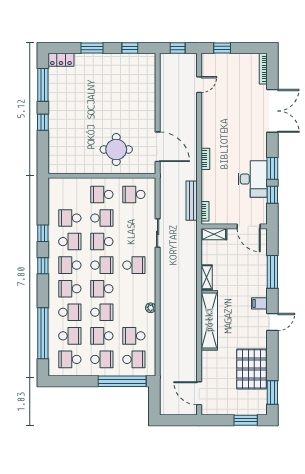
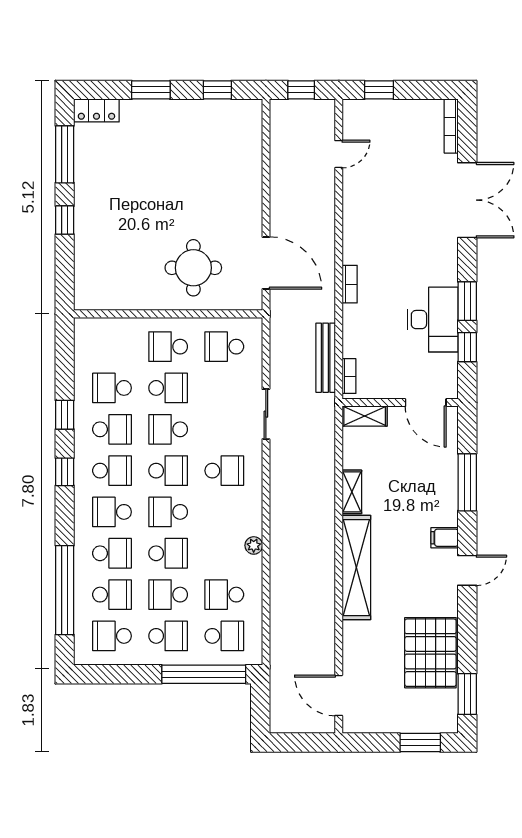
school desk: (70, 265) -> (112, 471), turned 180

